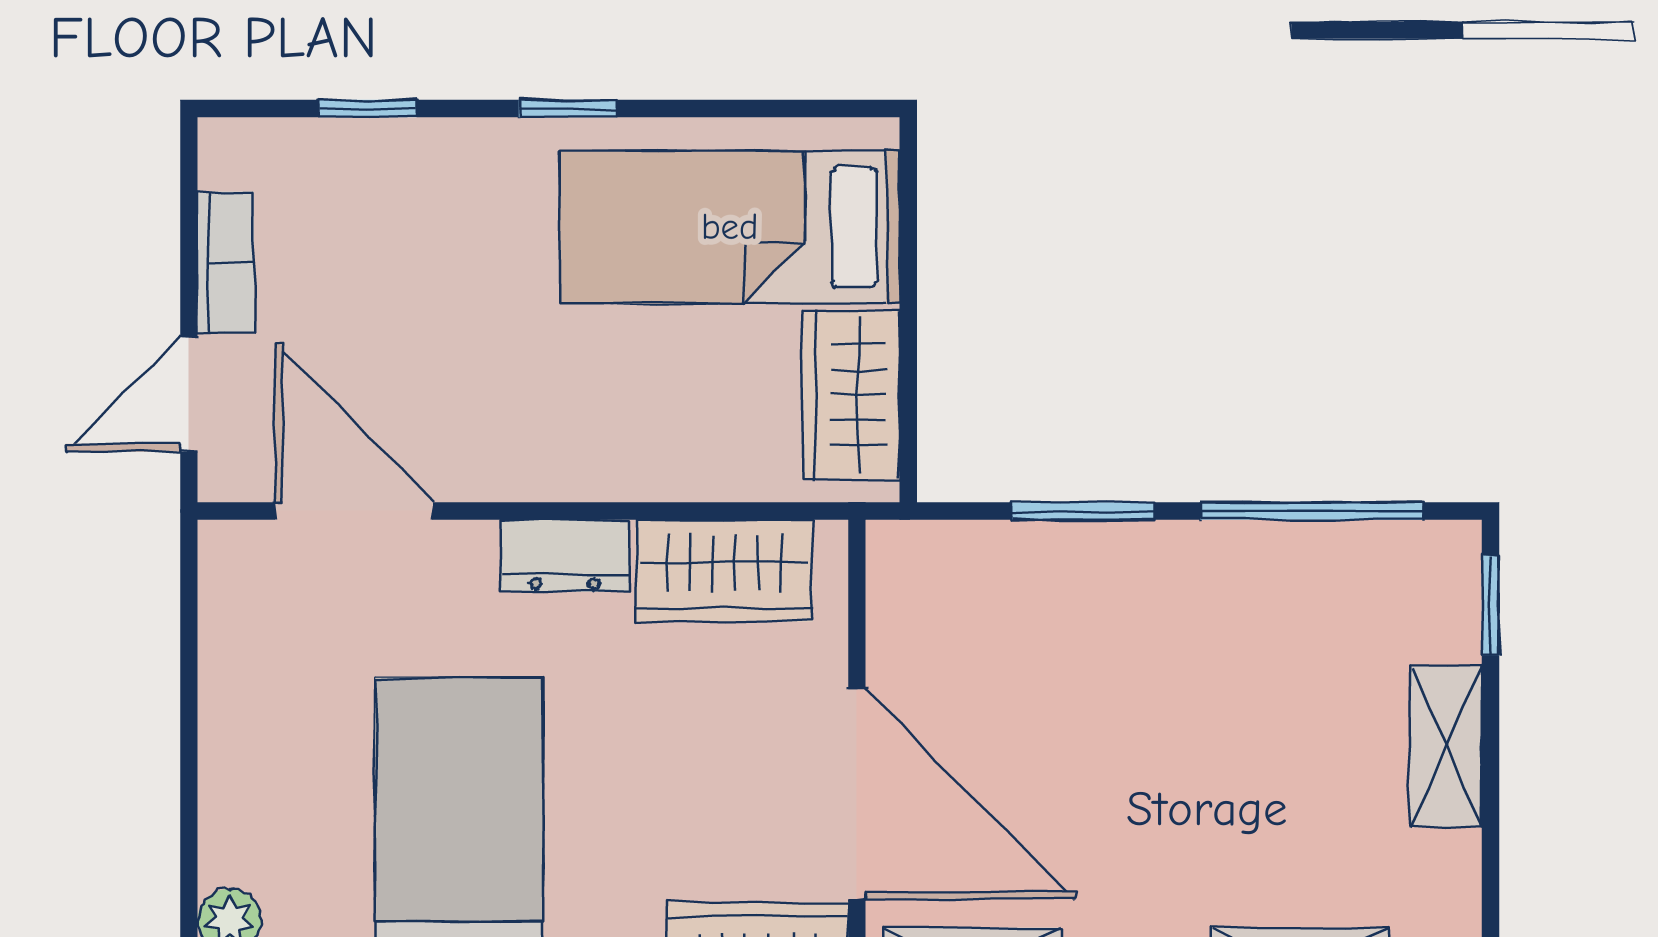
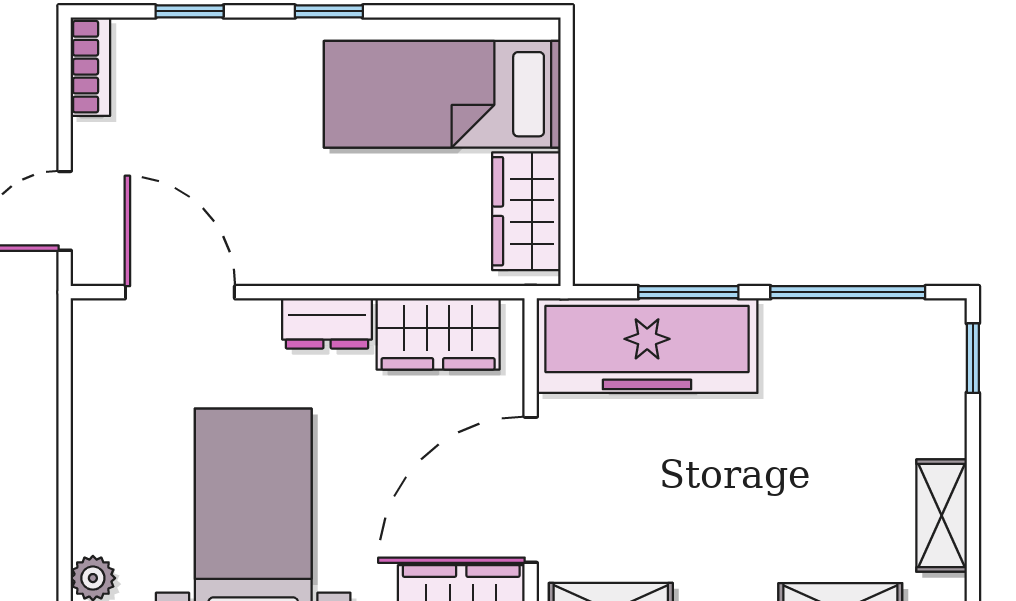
bookcase: (226, 262) -> (90, 67), moved
freezer: (1024, 587) -> (647, 346), added
shelving: (1446, 747) -> (942, 516), moved
door: (857, 794) -> (531, 490), swing flipped

